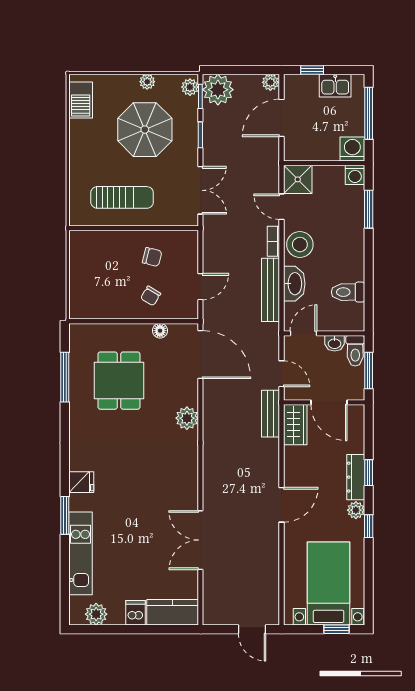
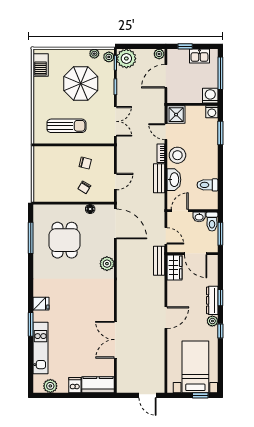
plant: (147, 82) -> (94, 54), moved
bench: (271, 290) -> (159, 178), width x0.73

